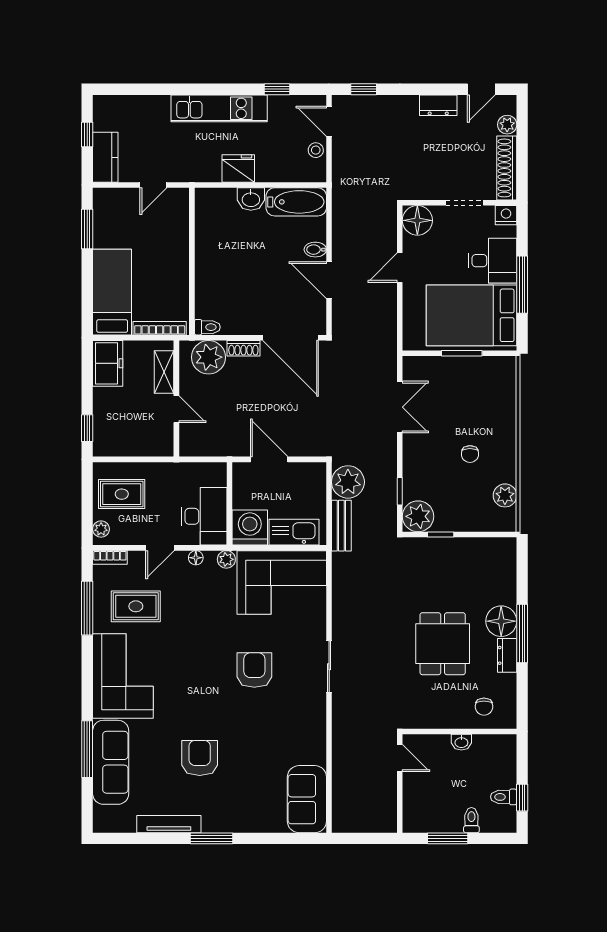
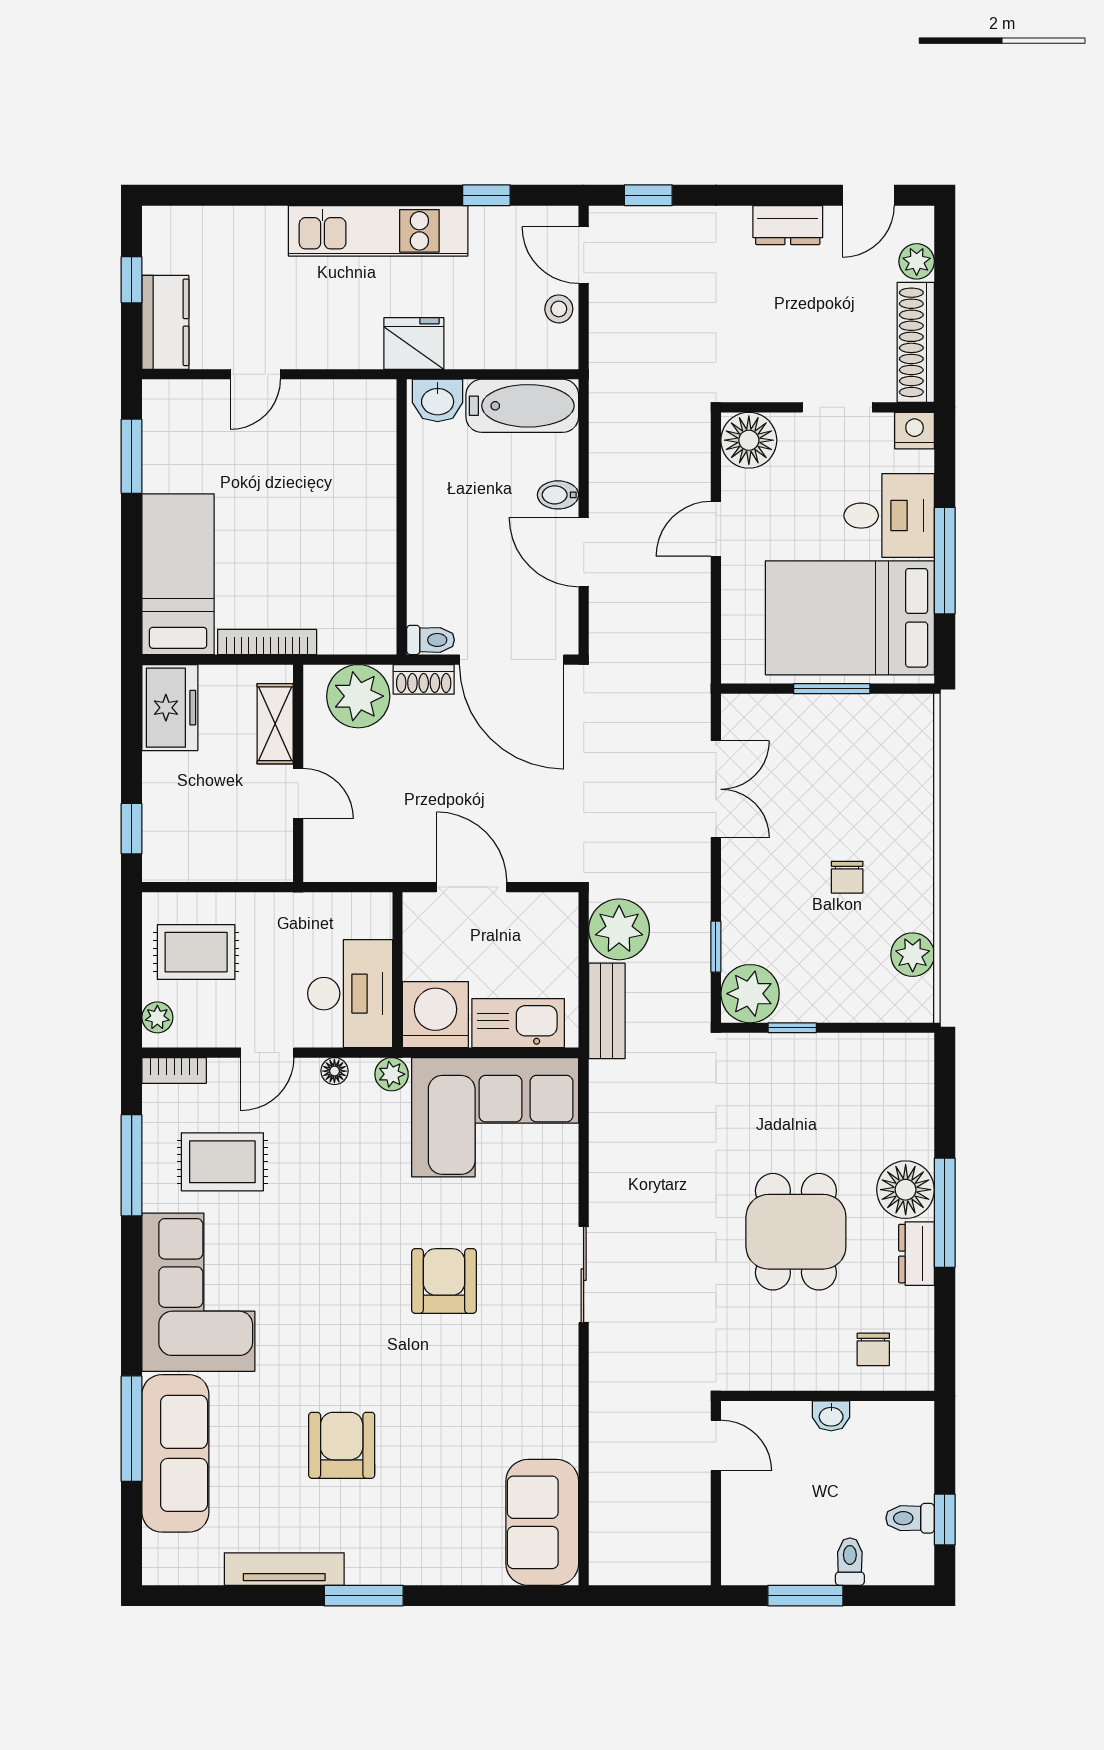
wall: (192, 261) -> (402, 517), moved
toilet: (207, 327) -> (431, 640), moved

